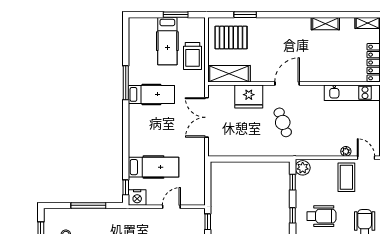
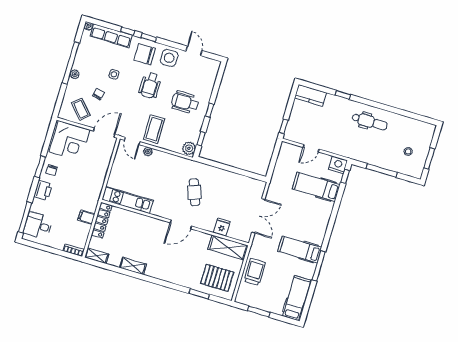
hospital bed: (167, 41) -> (297, 298), moved
fridge: (249, 97) -> (222, 227), width x0.53, depth x0.75

